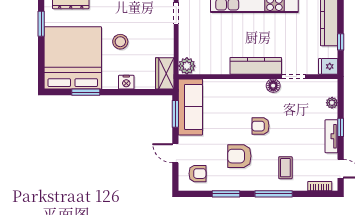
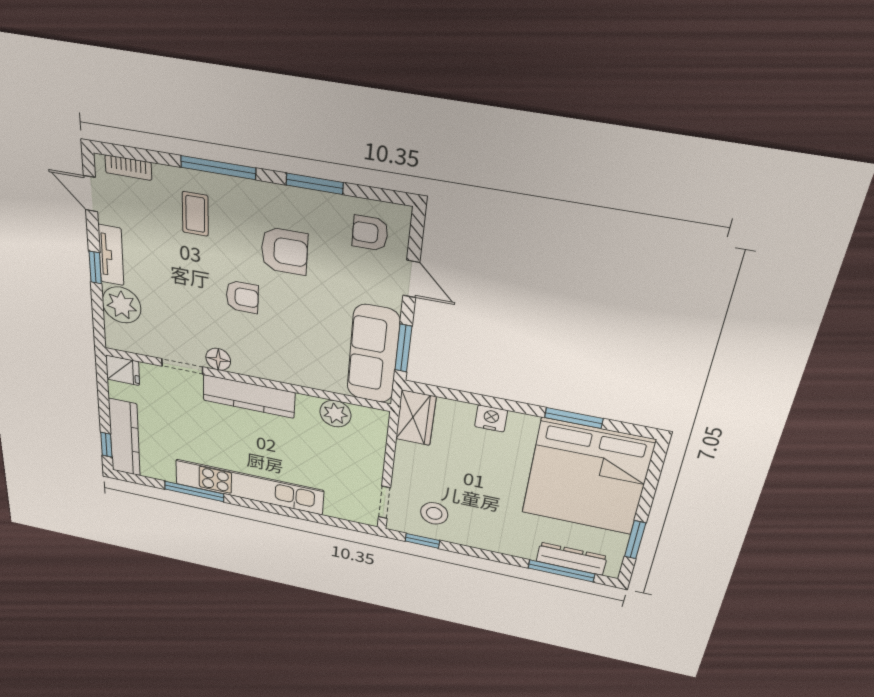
stool: (120, 42) -> (434, 513), moved
window: (341, 42) -> (106, 445), moved
plant: (187, 66) -> (335, 414), moved
plant: (332, 103) -> (122, 305), width x1.88, depth x1.88

